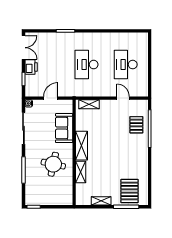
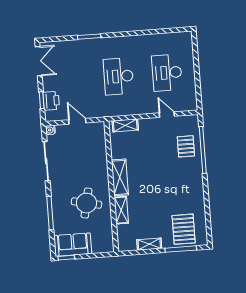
printer: (31, 67) -> (51, 101), moved
door: (51, 98) -> (77, 121), hinge flipped
sofa: (64, 128) -> (73, 245), moved, turned 90

